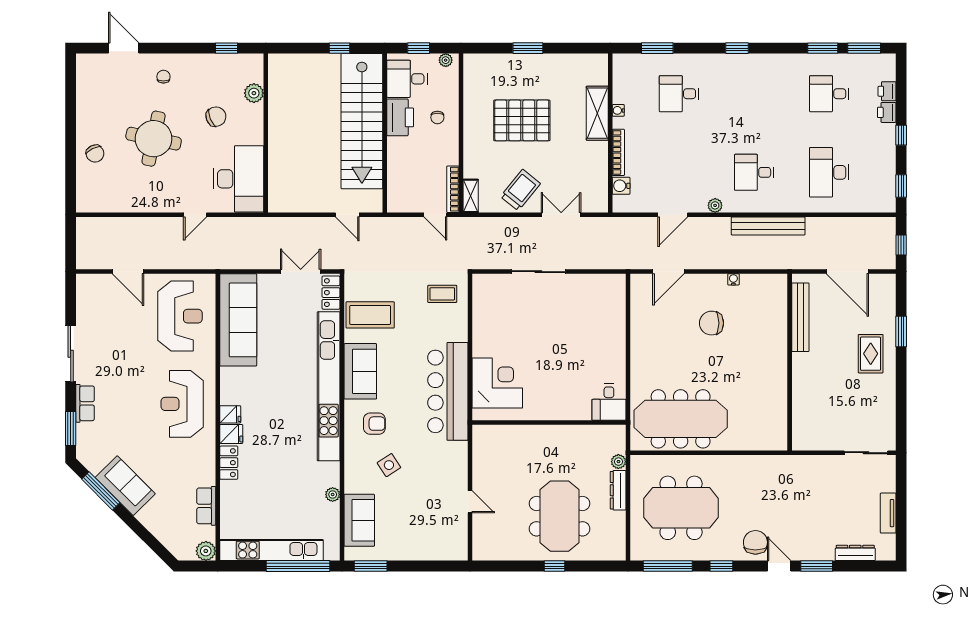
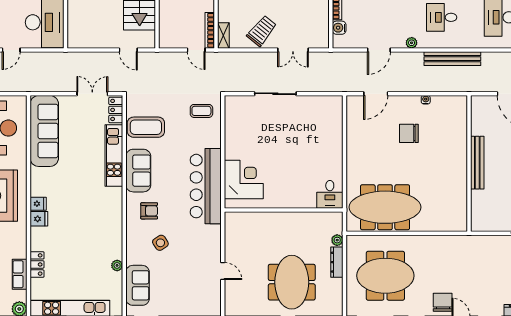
double door: (561, 215) -> (293, 50), swing flipped
bench: (800, 317) -> (477, 163), moved
kitchen unit: (329, 386) -> (114, 156), width x0.54
locker: (229, 463) -> (37, 264), moved

